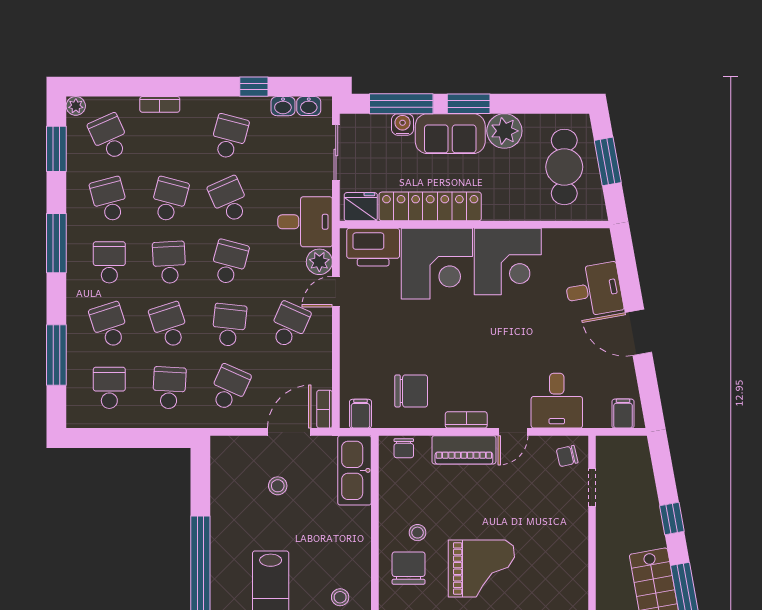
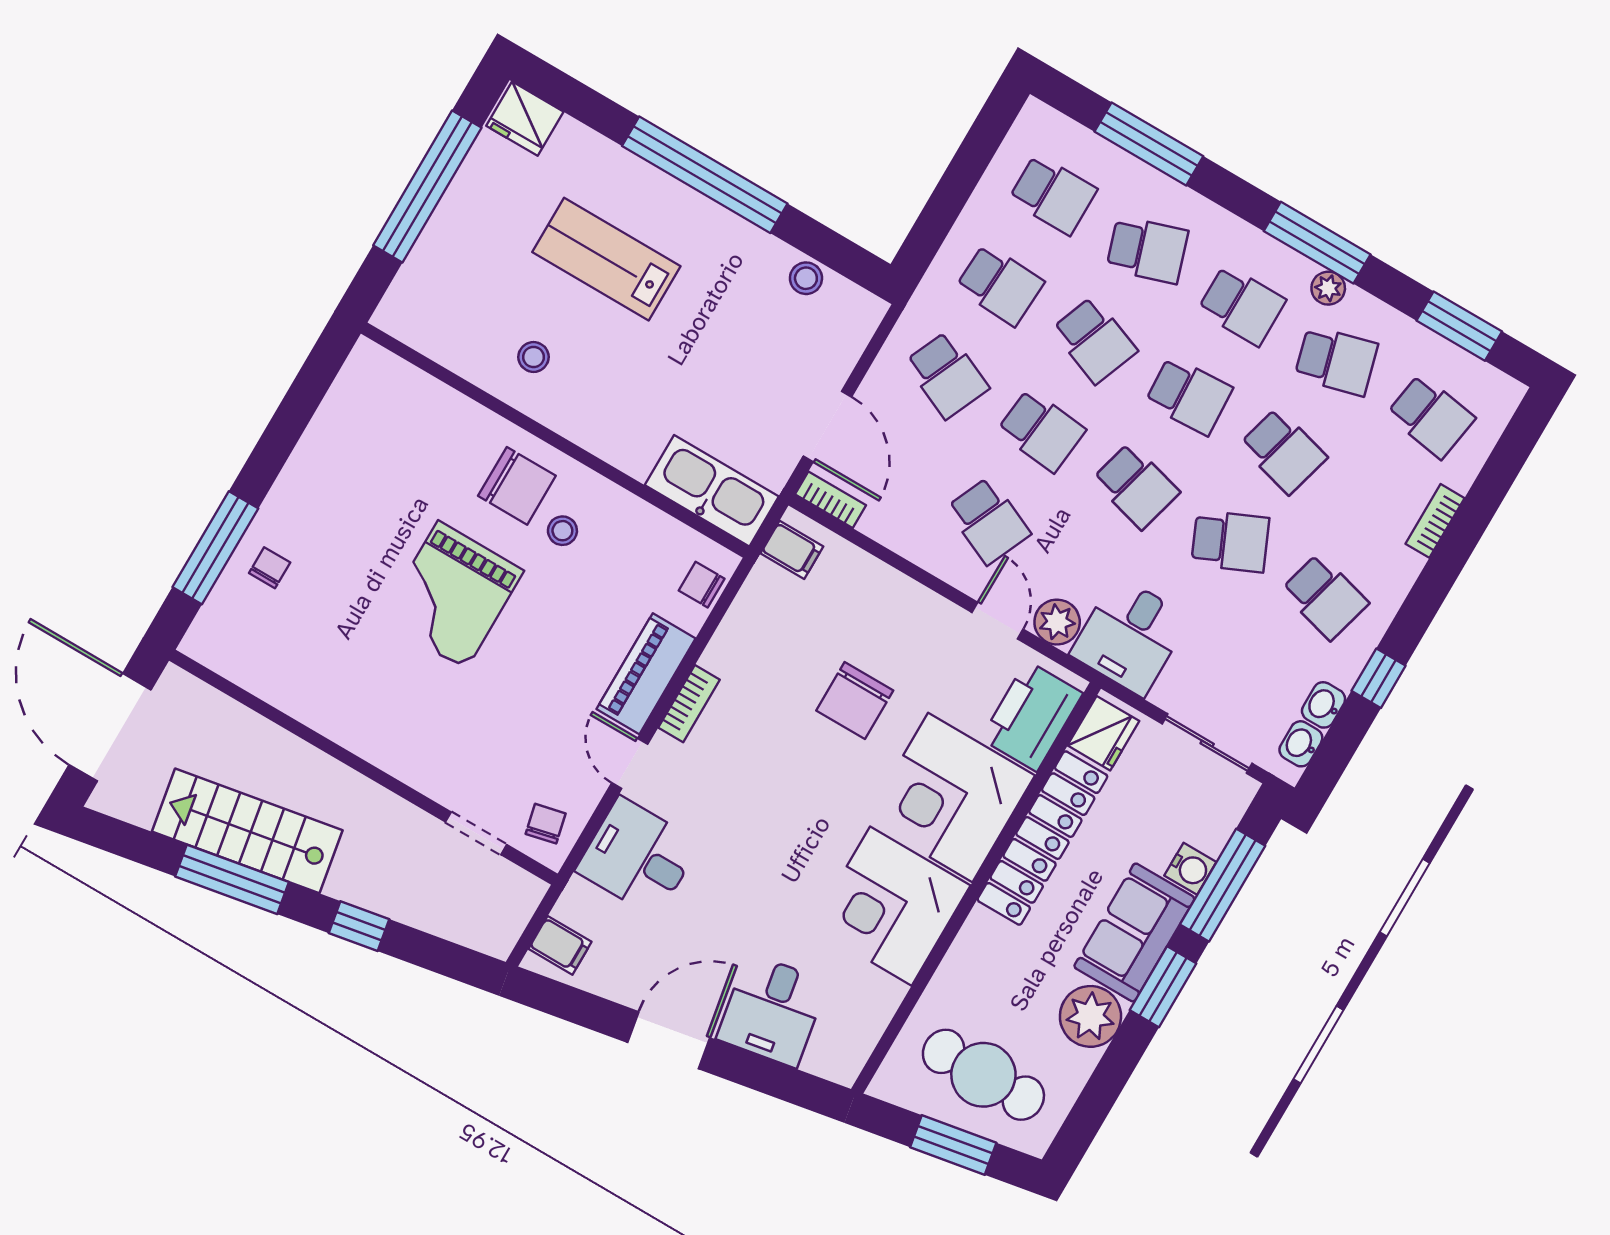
plant: (76, 106) -> (1328, 288), moved
school desk: (109, 137) -> (1431, 416), turned 33
school desk: (169, 325) -> (1094, 340), turned 39
chair: (411, 391) -> (855, 700), moved
stool: (278, 486) -> (806, 278), moved

